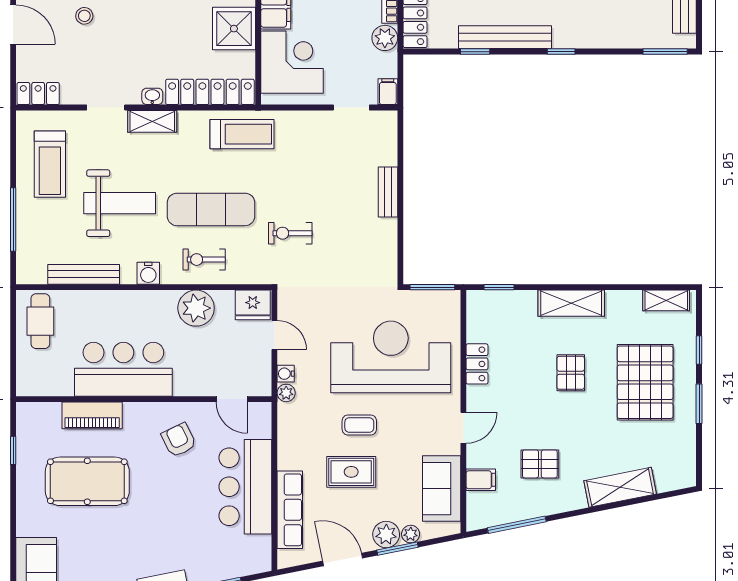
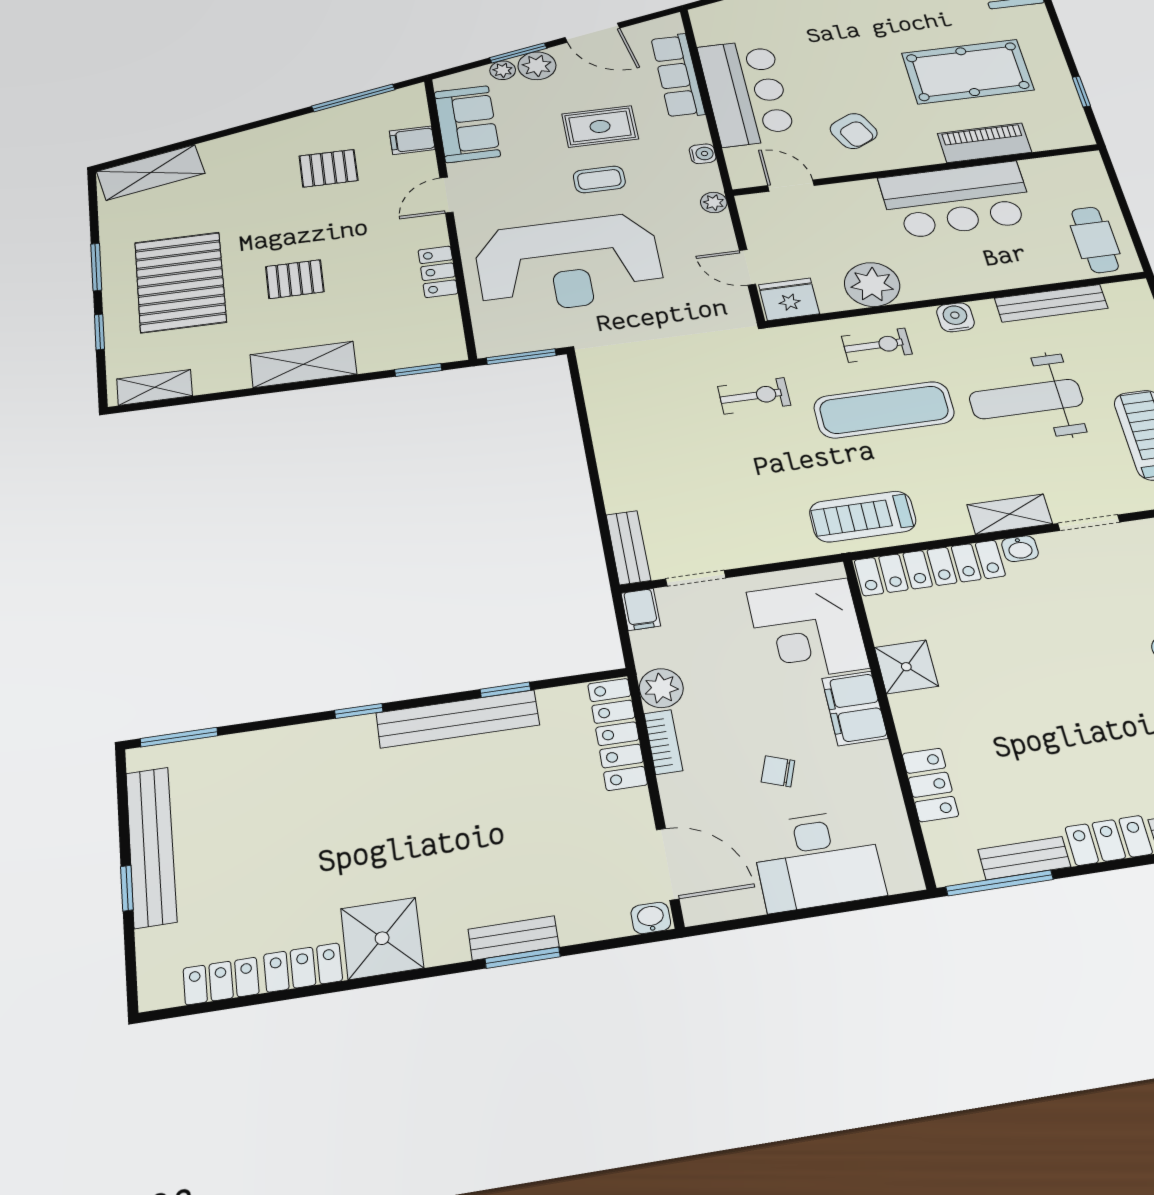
shower: (234, 29) -> (906, 667), width x0.73, depth x0.73
bench: (388, 192) -> (628, 547), moved
pallet: (571, 373) -> (295, 279), turned 90
water cooler: (286, 374) -> (703, 154), moved
shelving: (620, 487) -> (151, 172), moved

